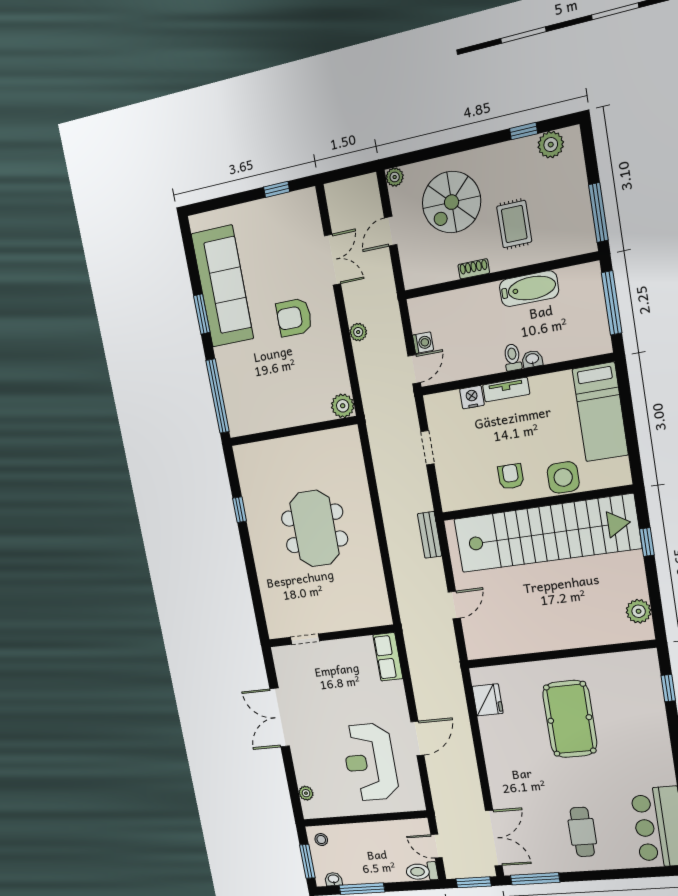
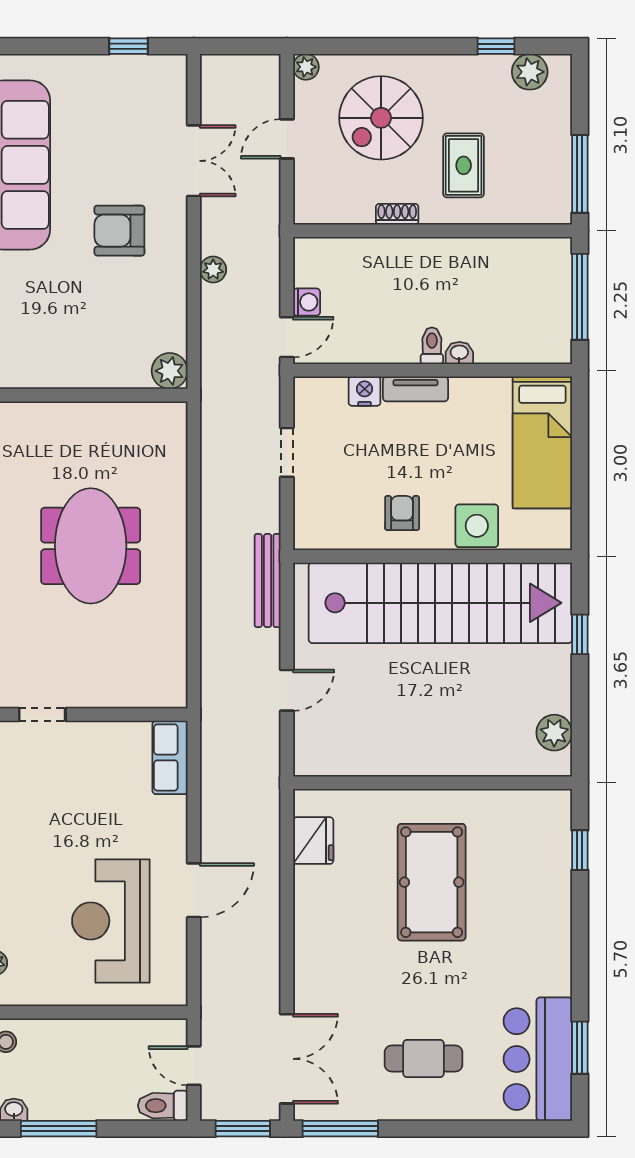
bathtub: (529, 289) -> (470, 256), removed
bench: (430, 535) -> (268, 580), width x1.36
cafe table: (582, 832) -> (424, 1059), turned 90

